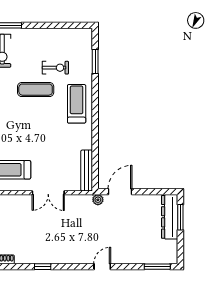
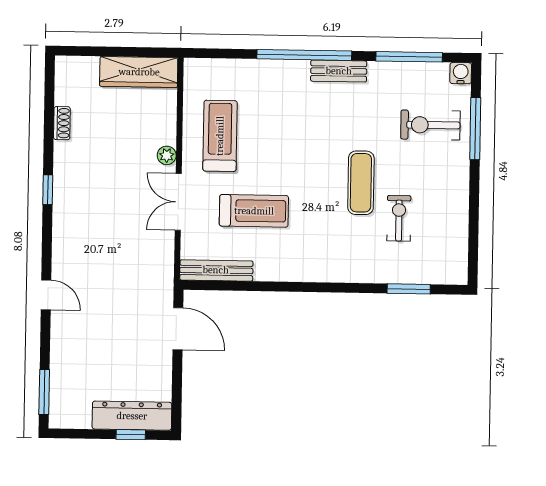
exercise bike: (55, 68) -> (399, 218), turned 180
treadmill: (77, 104) -> (254, 211), moved
plant: (98, 200) -> (167, 155), moved
window: (180, 217) -> (131, 435), width x0.67

